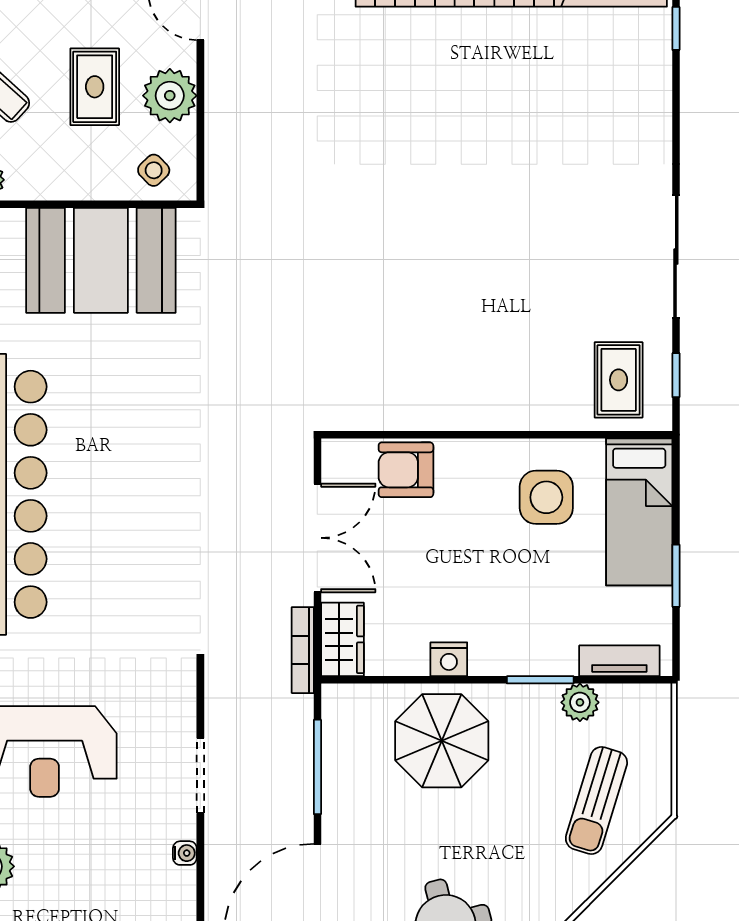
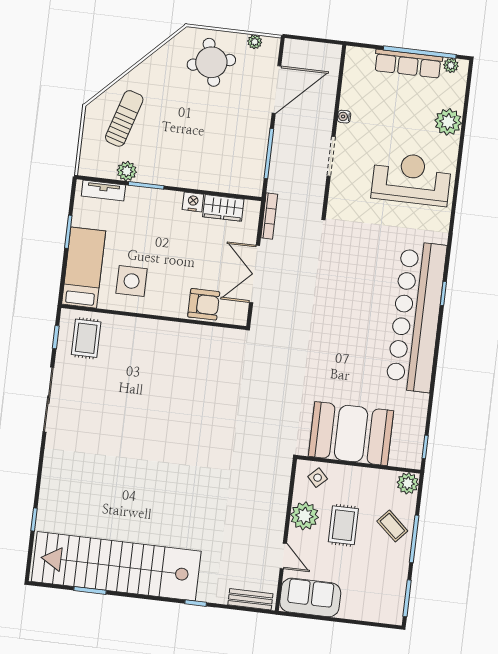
wardrobe: (342, 639) -> (223, 208), moved, turned -90
parasol: (442, 741) -> (202, 160), removed

